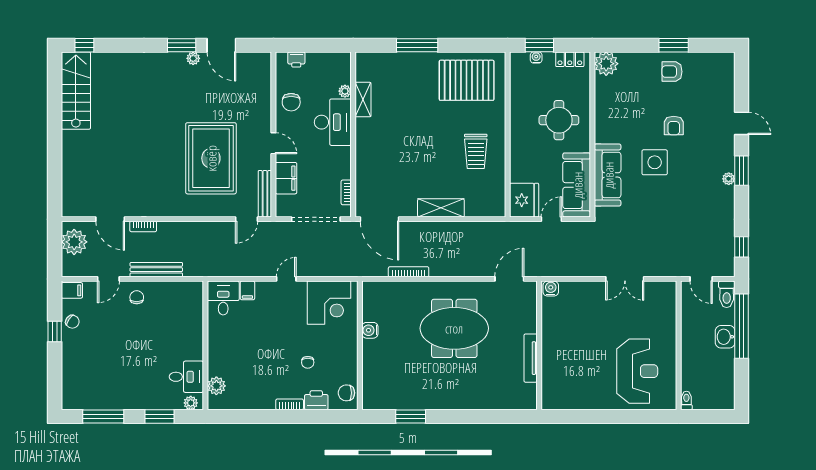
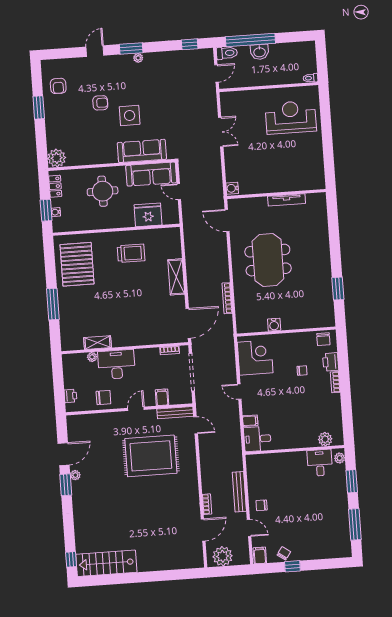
armchair: (672, 72) -> (58, 86), moved
filing cabinet: (286, 178) -> (162, 397), width x0.50
fridge: (524, 200) -> (148, 215), moved

